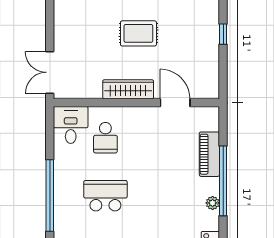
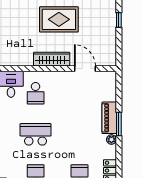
rug: (138, 33) -> (59, 19), width x1.36, depth x1.43
piano: (209, 154) -> (109, 118), moved
window: (223, 181) -> (119, 124), width x0.47

